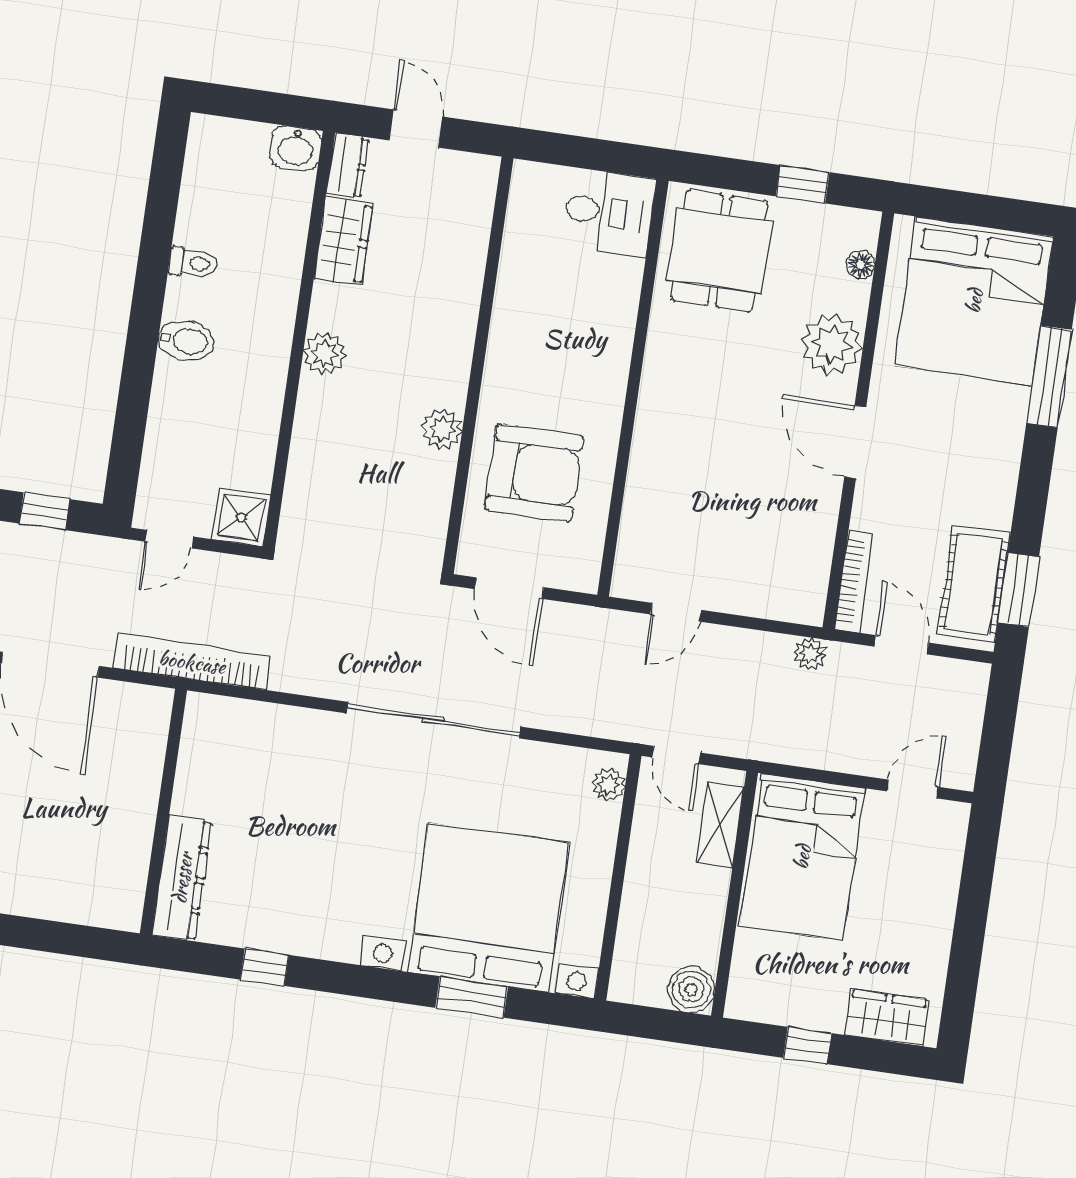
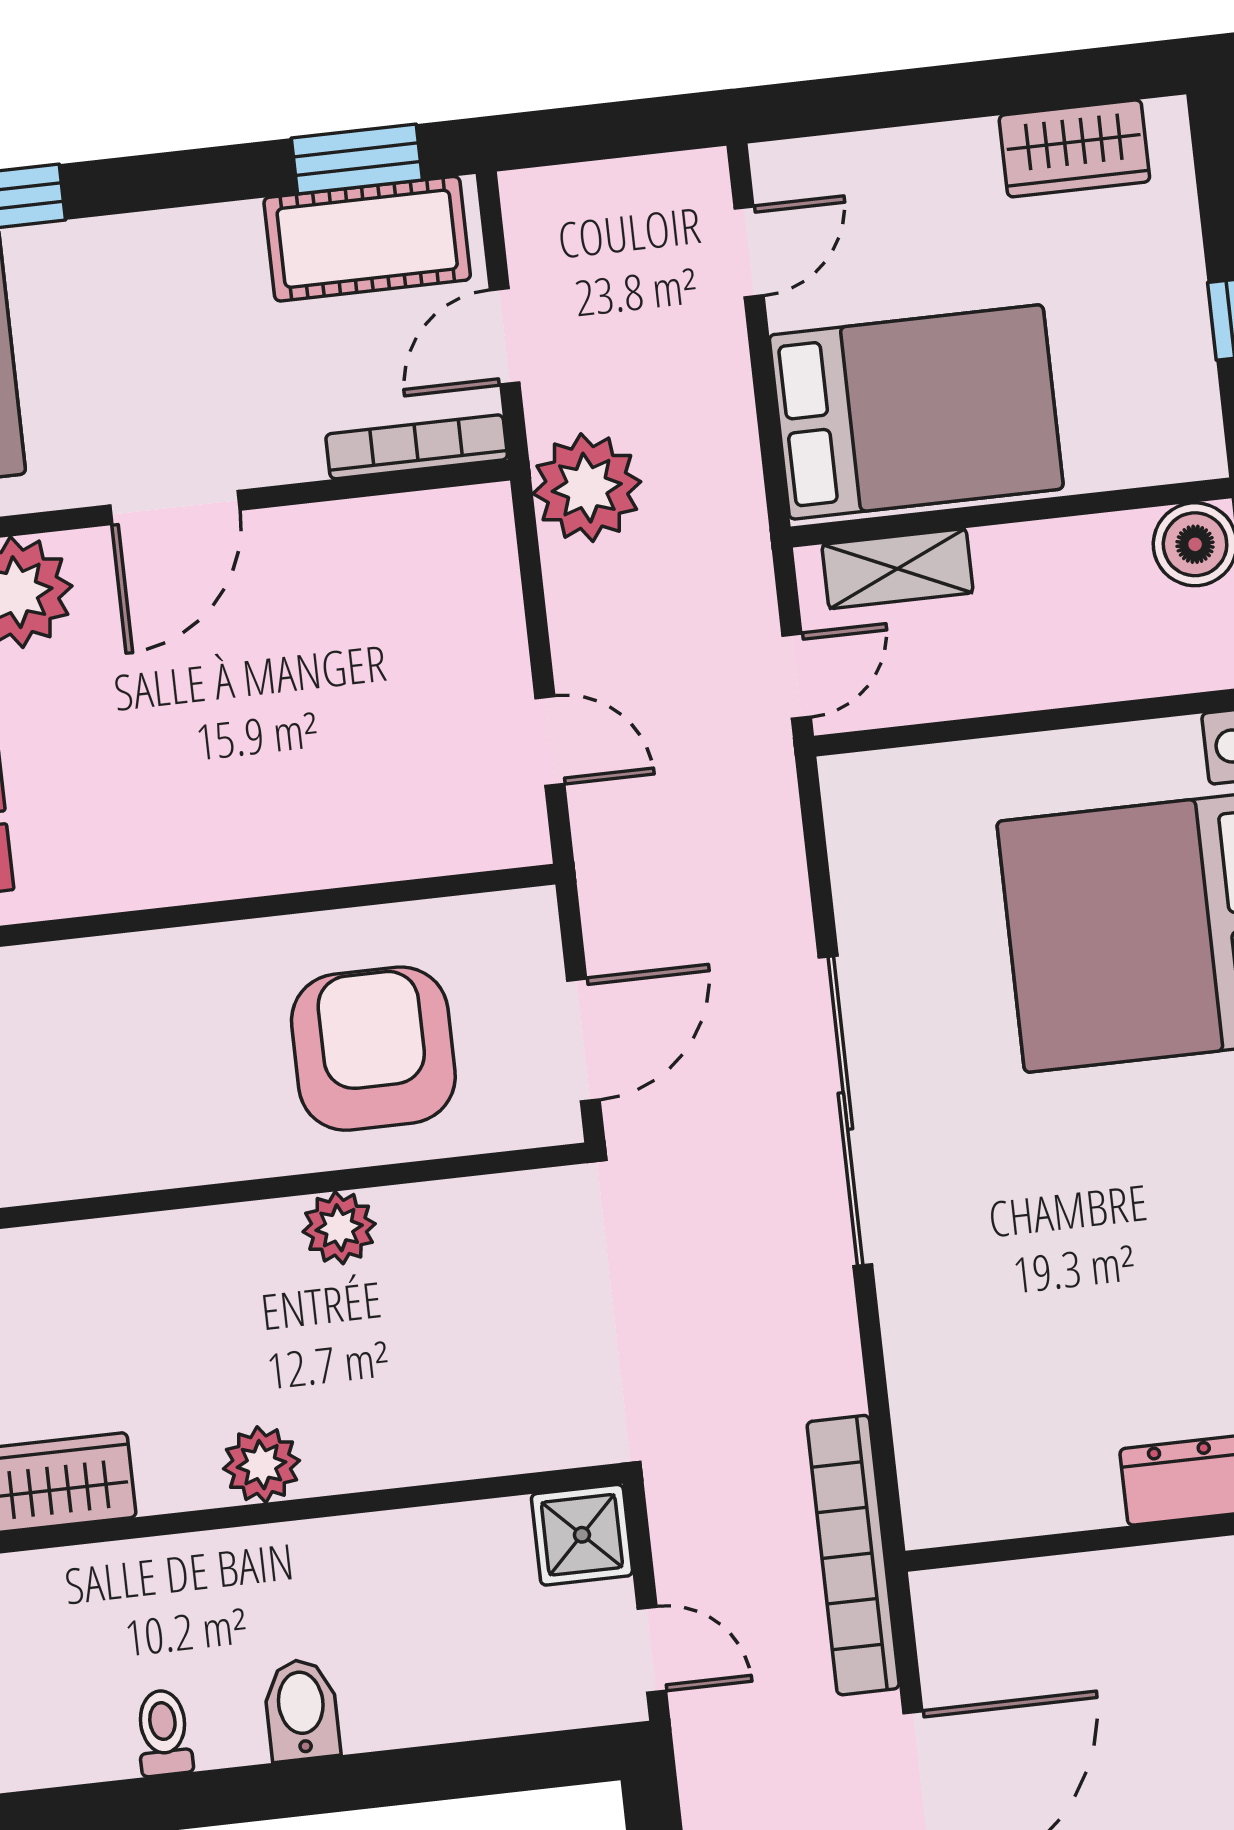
plant: (810, 654) -> (587, 488), width x1.87, depth x1.87
plant: (609, 785) -> (878, 779), removed
door: (913, 789) -> (749, 252), swing flipped
wardrobe: (887, 1018) -> (1074, 148), moved, turned -90

